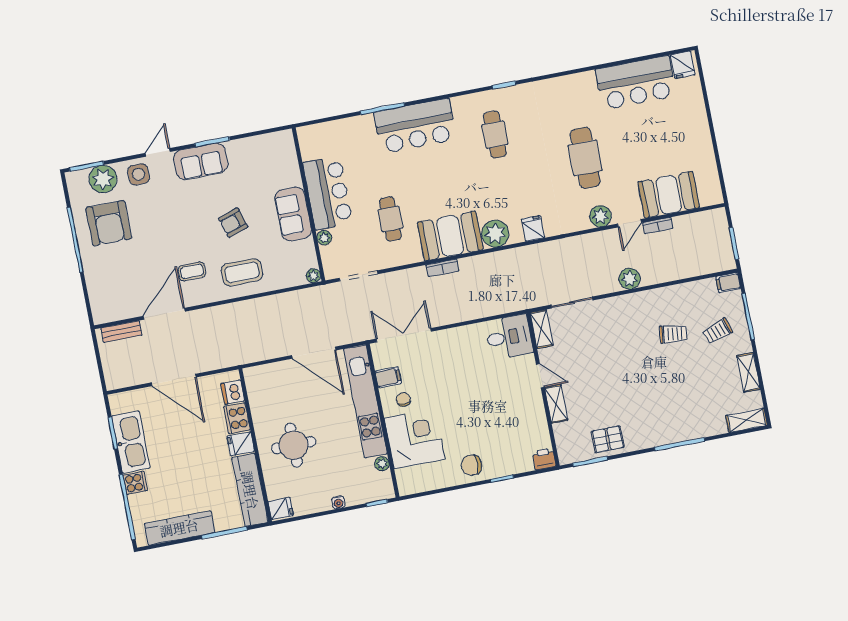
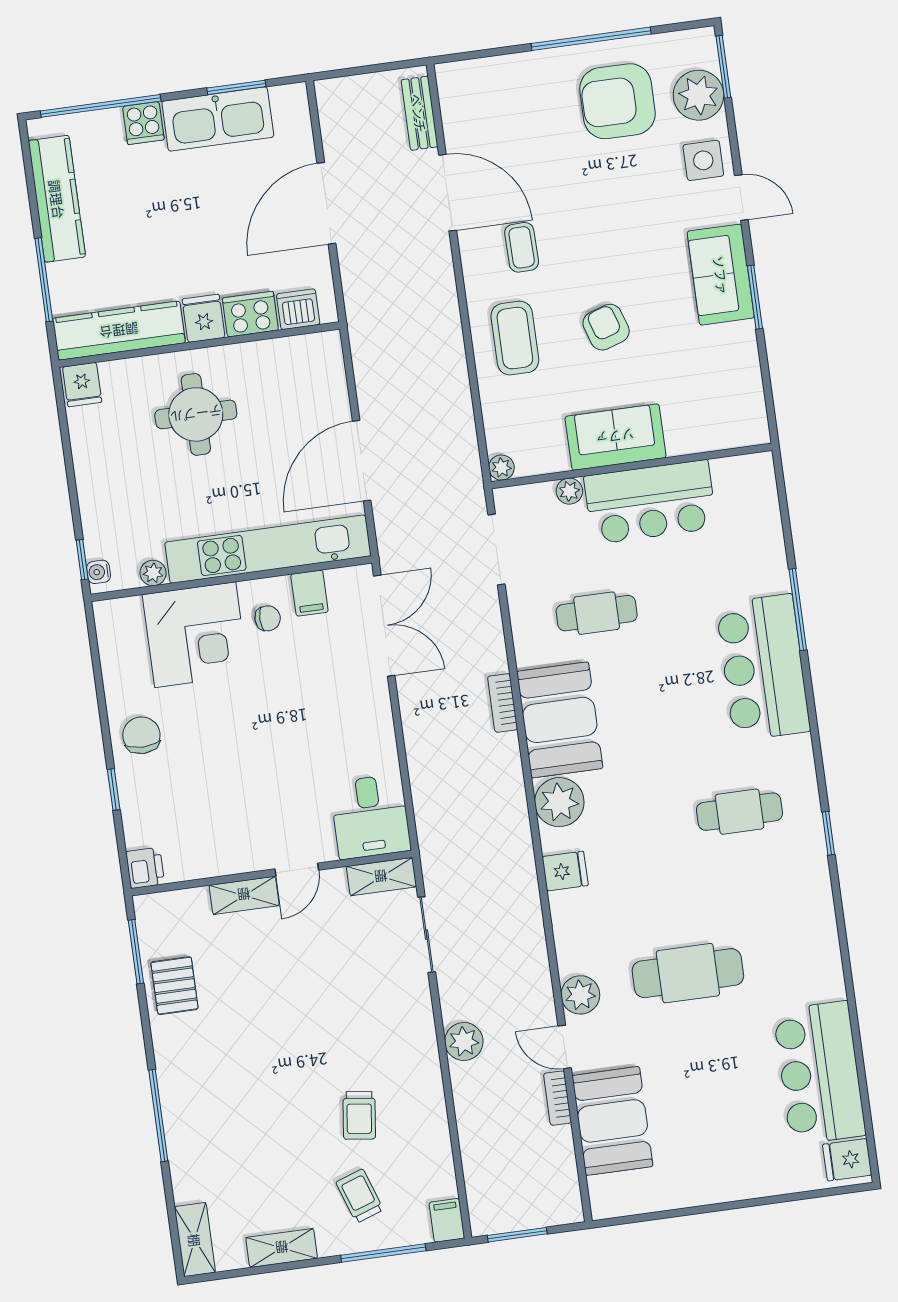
water cooler: (338, 502) -> (99, 572), moved

